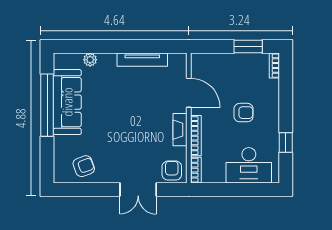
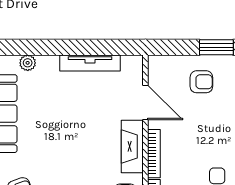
armchair: (244, 113) -> (201, 82), moved
fireplace: (180, 130) -> (132, 146), width x1.37, depth x1.32

